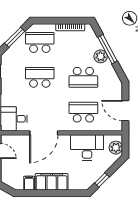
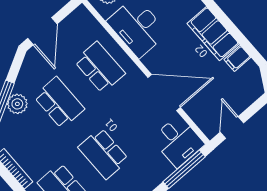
door: (125, 111) -> (42, 31), moved
school desk: (83, 112) -> (100, 67), turned 180

